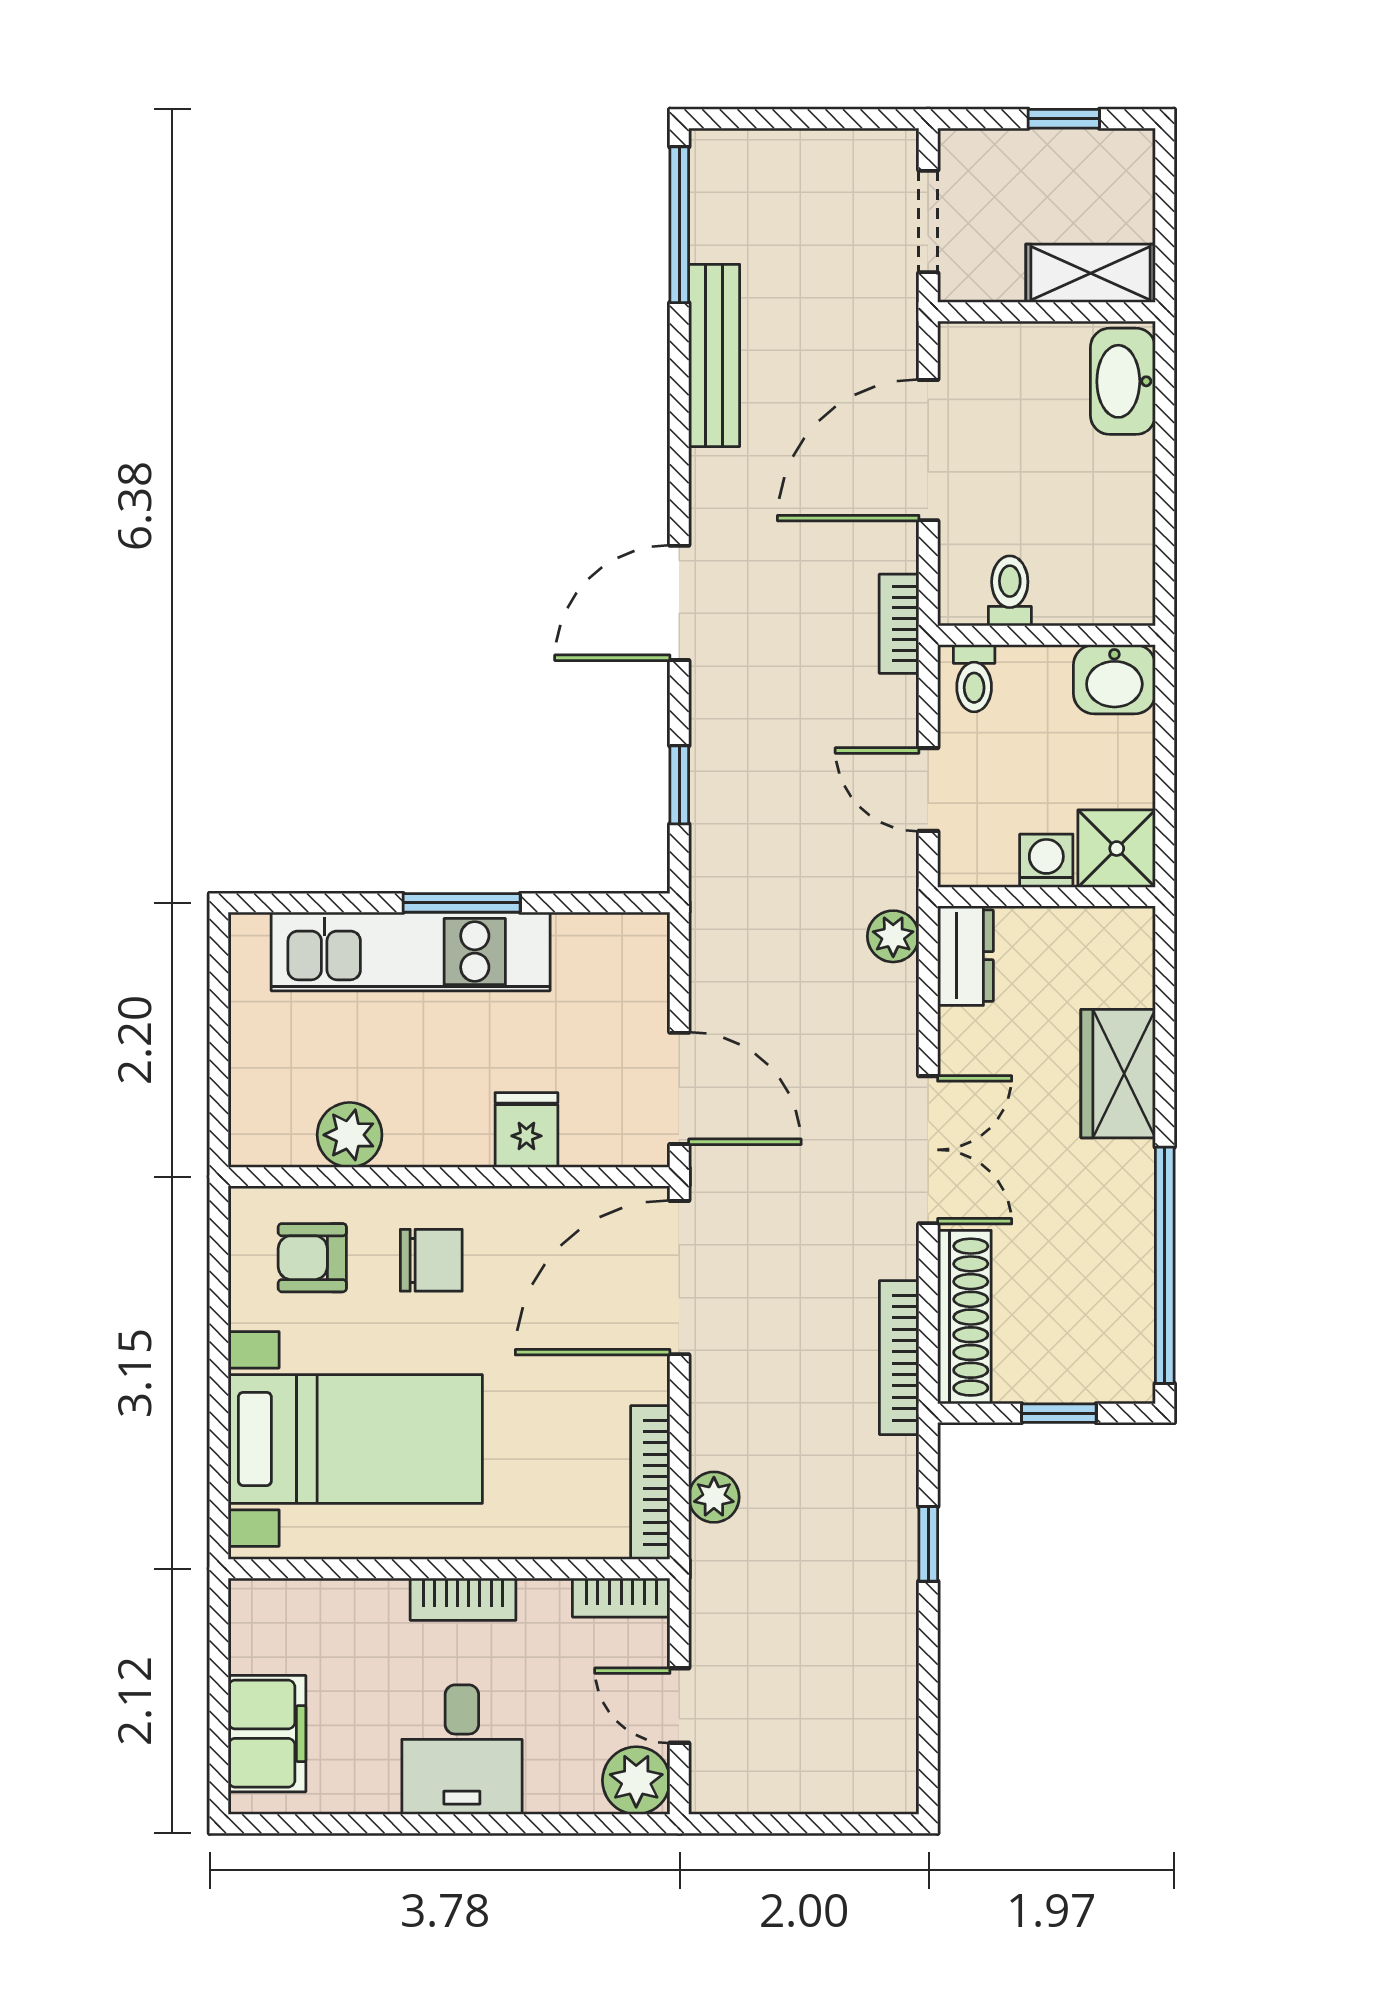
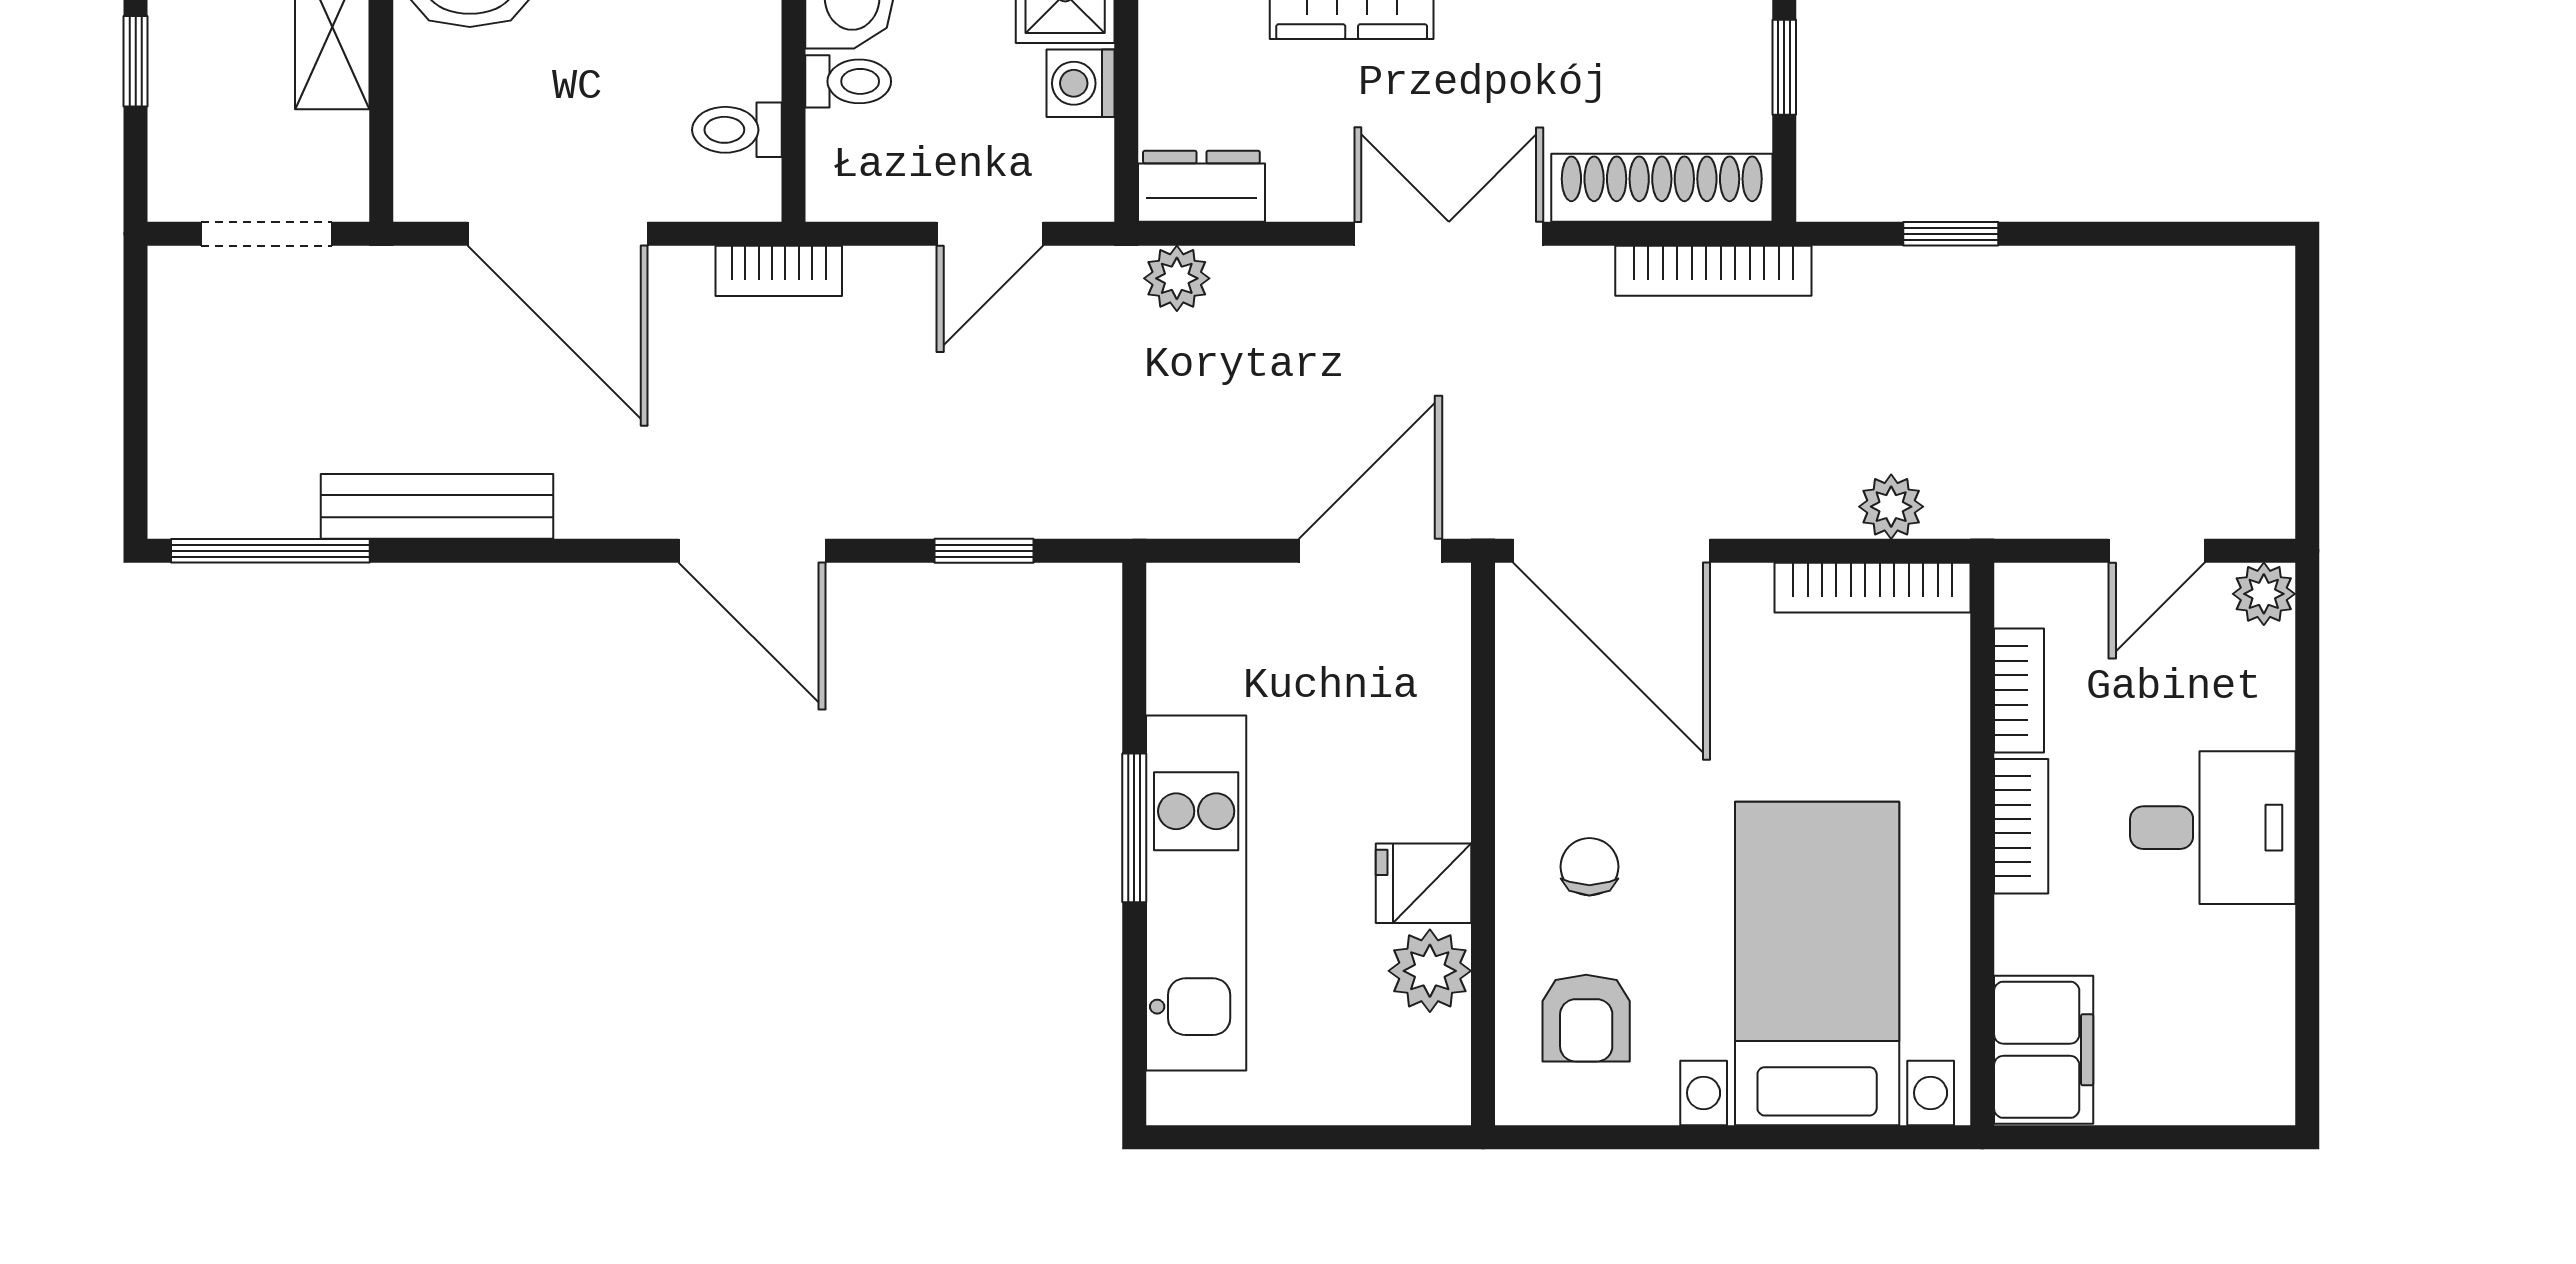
toilet: (974, 678) -> (848, 81), moved
fridge: (526, 1130) -> (1423, 883), moved
chair: (431, 1260) -> (1589, 867), width x0.73, depth x0.73
bookcase: (621, 1598) -> (2019, 690), moved
filing cabinet: (267, 1734) -> (2044, 1050), moved, turned 90
plant: (636, 1780) -> (2264, 594), width x0.73, depth x0.73

